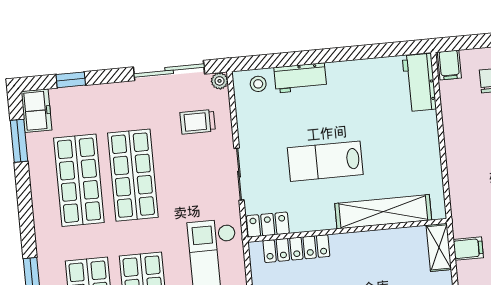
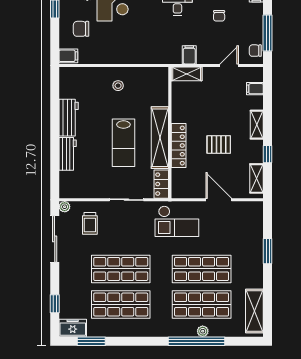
workbench: (419, 82) -> (69, 118), moved, turned -90
stool: (258, 84) -> (118, 86), moved
shelving: (383, 212) -> (160, 138), moved
locker: (296, 249) -> (179, 146), moved

